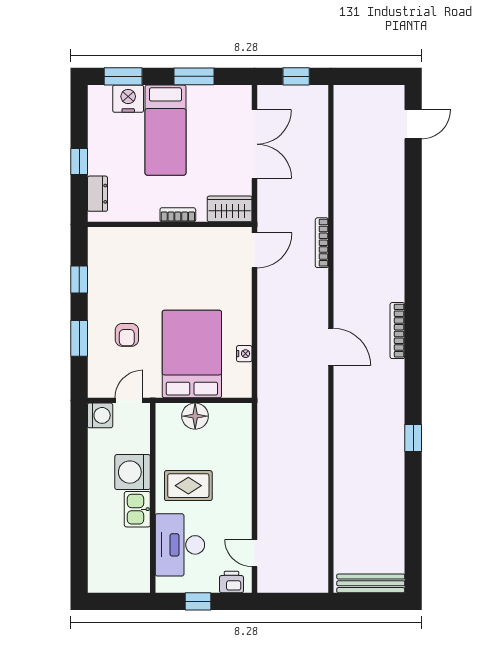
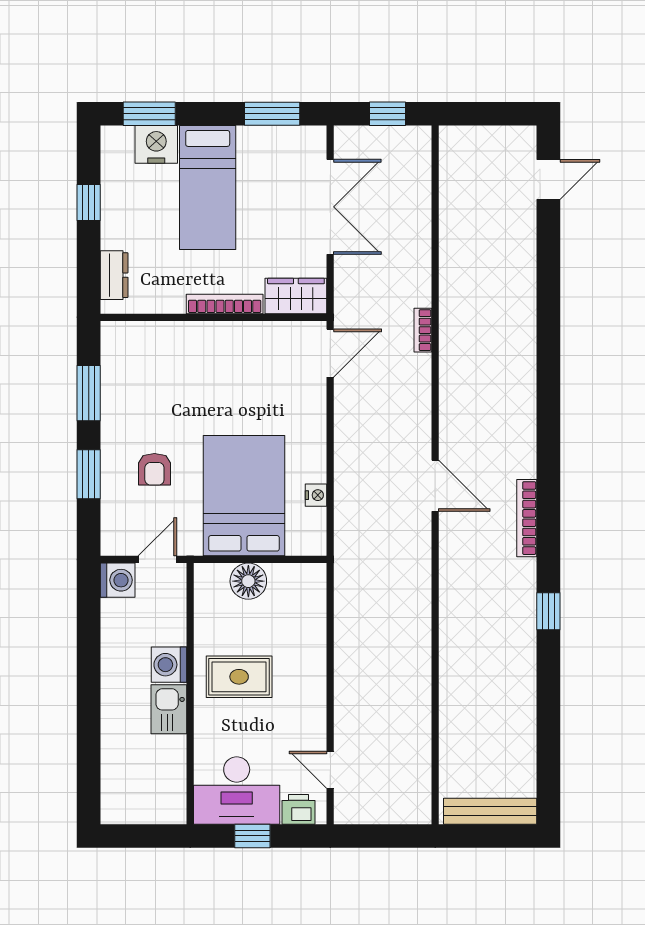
window: (194, 76) -> (272, 114), moved
window: (79, 161) -> (89, 203), moved
bookcase: (178, 215) -> (225, 304), width x1.56
bookcase: (322, 243) -> (423, 330), width x0.64
window: (79, 280) -> (89, 393), width x1.50
bookcase: (397, 331) -> (527, 518), moved
washing machine: (133, 472) -> (169, 665), width x0.73, depth x0.73
desk: (180, 545) -> (237, 790), moved, turned -90

